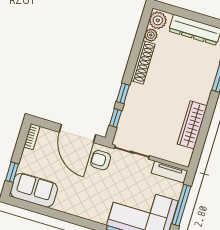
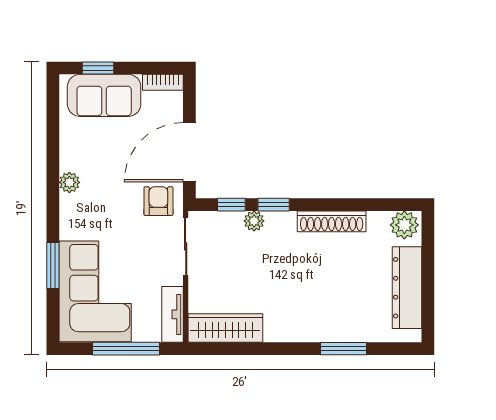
plant: (151, 35) -> (254, 221), moved
wardrobe: (192, 125) -> (225, 328), moved
sofa: (34, 190) -> (104, 95), moved, turned 90
plant: (74, 209) -> (69, 182), added

